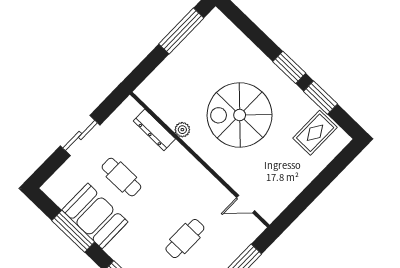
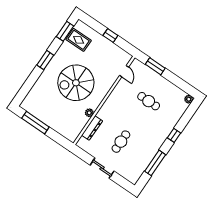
window: (320, 98) -> (65, 31), moved
spiral stairs: (240, 115) -> (76, 83), turned 90
window: (313, 191) -> (110, 36), added
booth: (95, 216) -> (145, 152), removed

